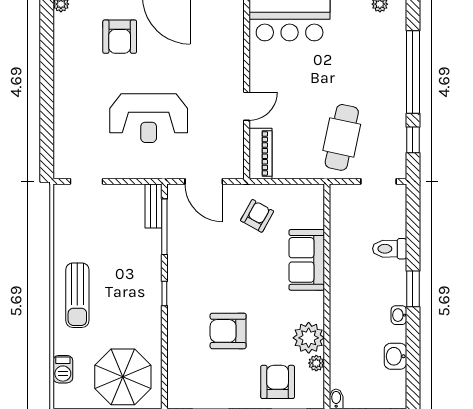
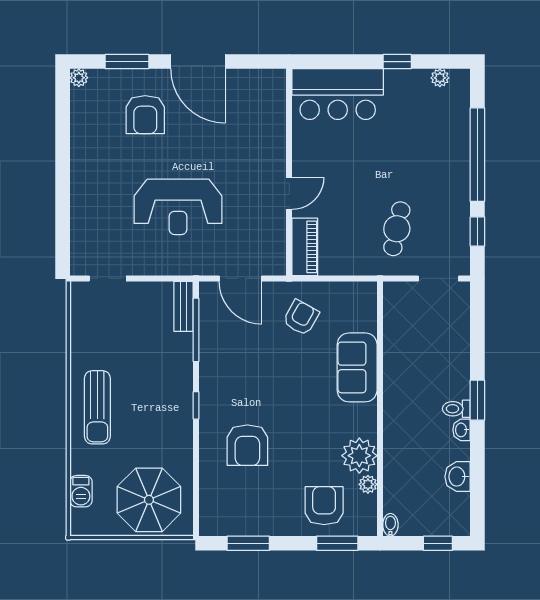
cafe table: (342, 137) -> (397, 229), width x0.73, depth x0.74
toilet: (390, 249) -> (456, 409), moved, width x0.73, depth x0.72
armchair: (228, 331) -> (247, 445), moved, turned -90

